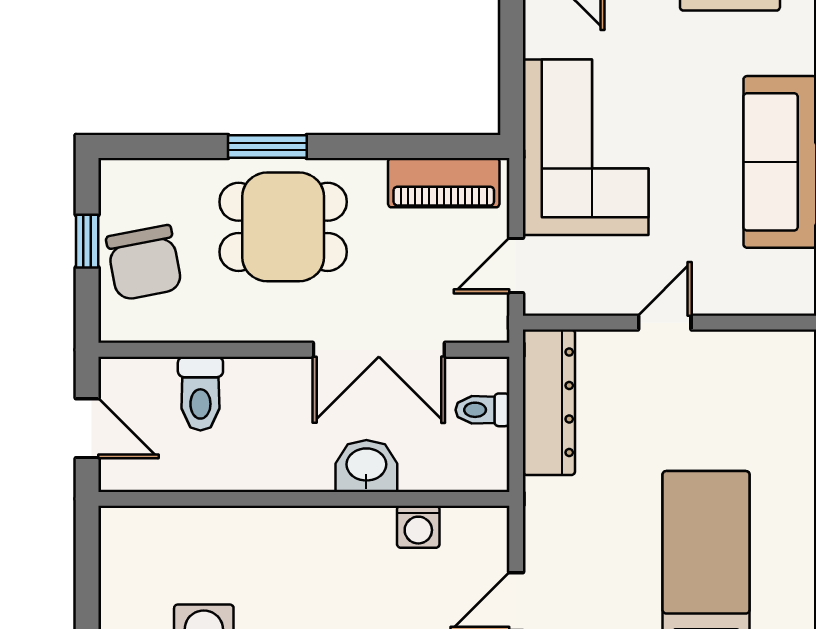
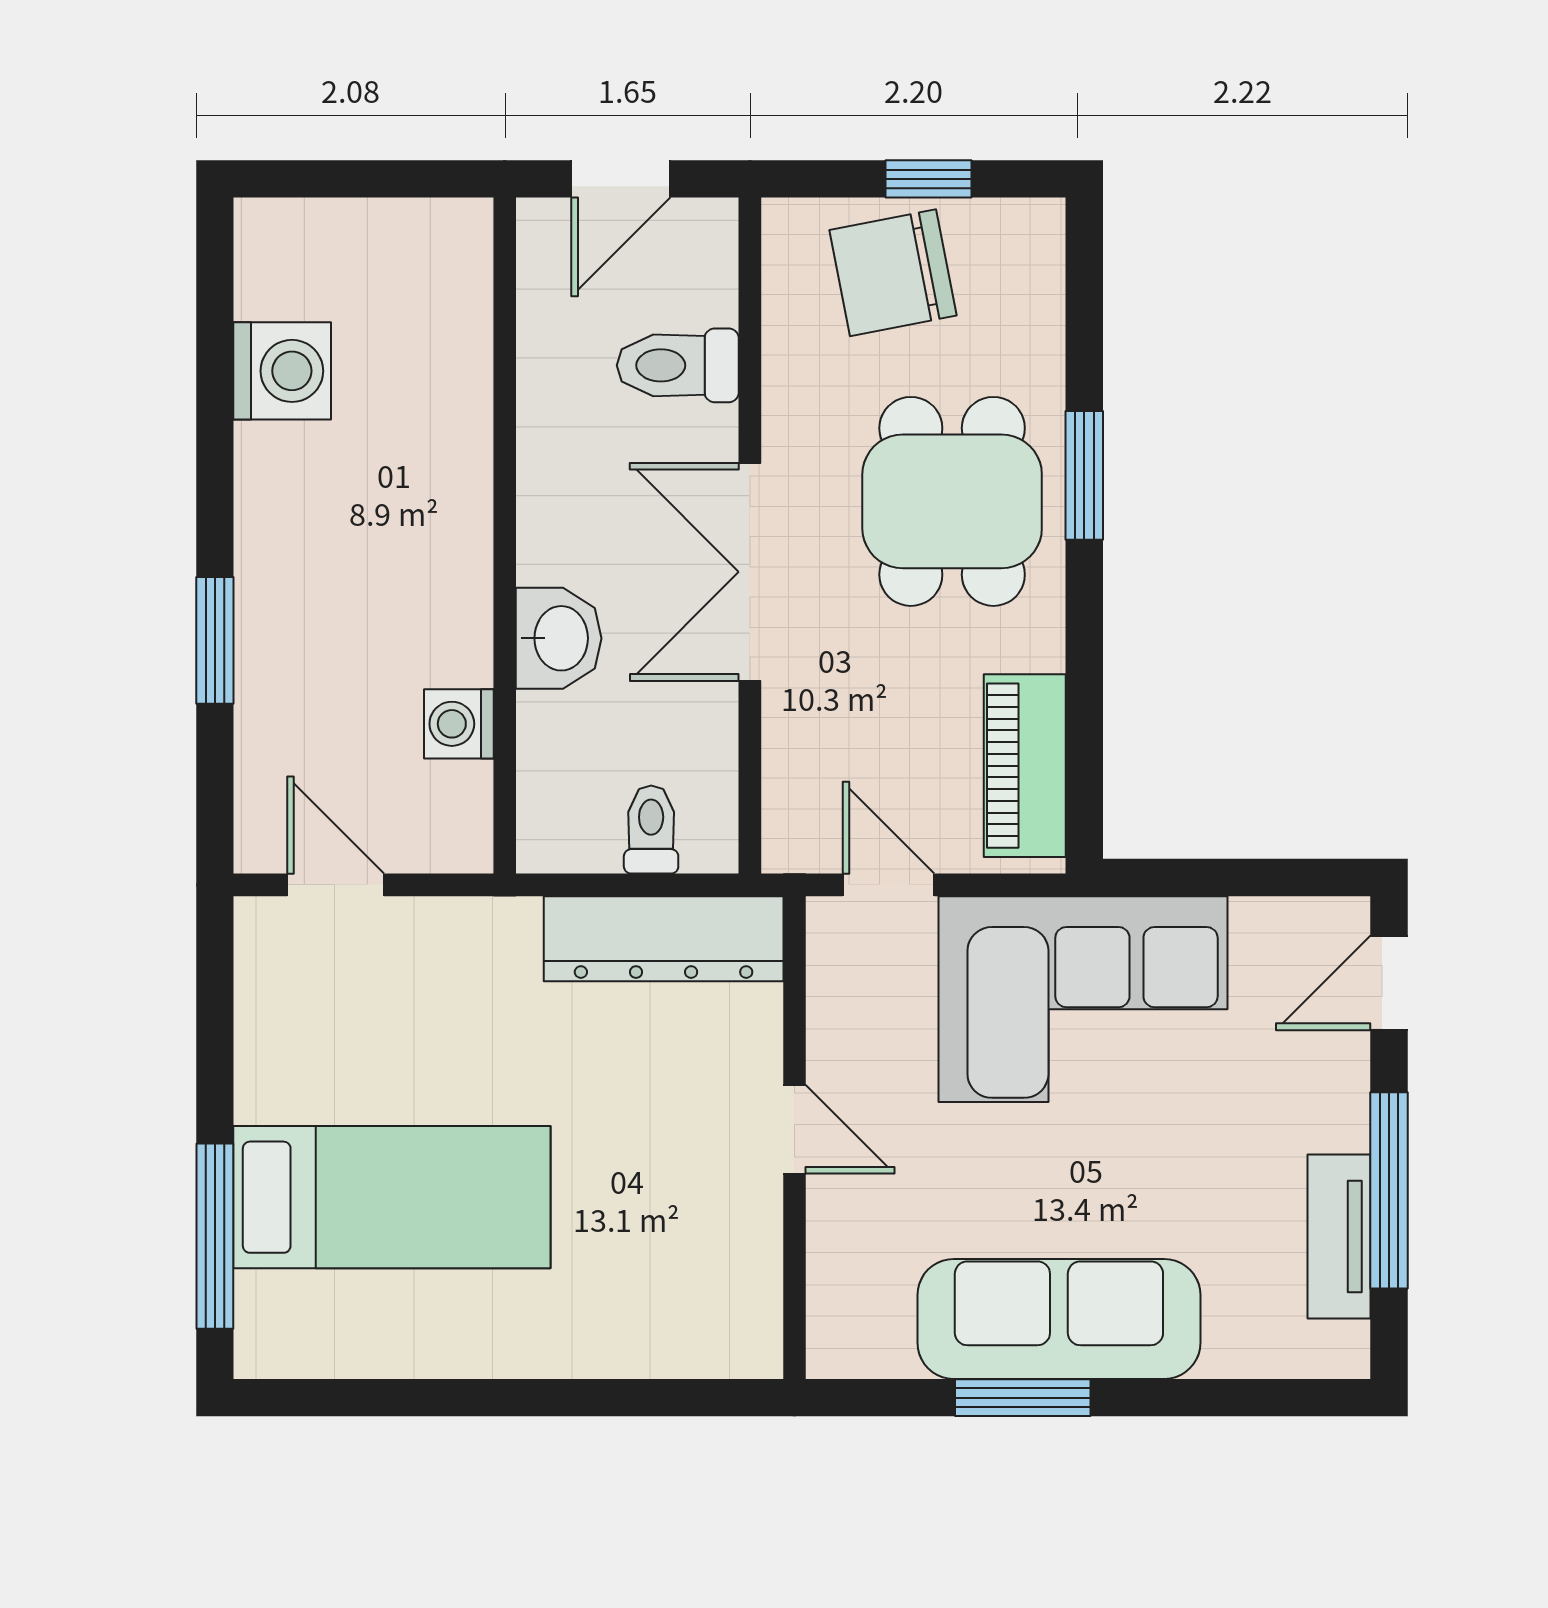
double door: (379, 350) -> (750, 572), moved

